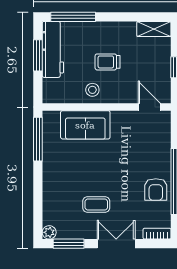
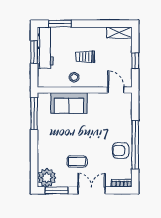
window: (73, 17) -> (60, 24), width x0.69
armchair: (156, 189) -> (121, 151), turned 90
plant: (49, 232) -> (47, 178), width x1.88, depth x1.88

